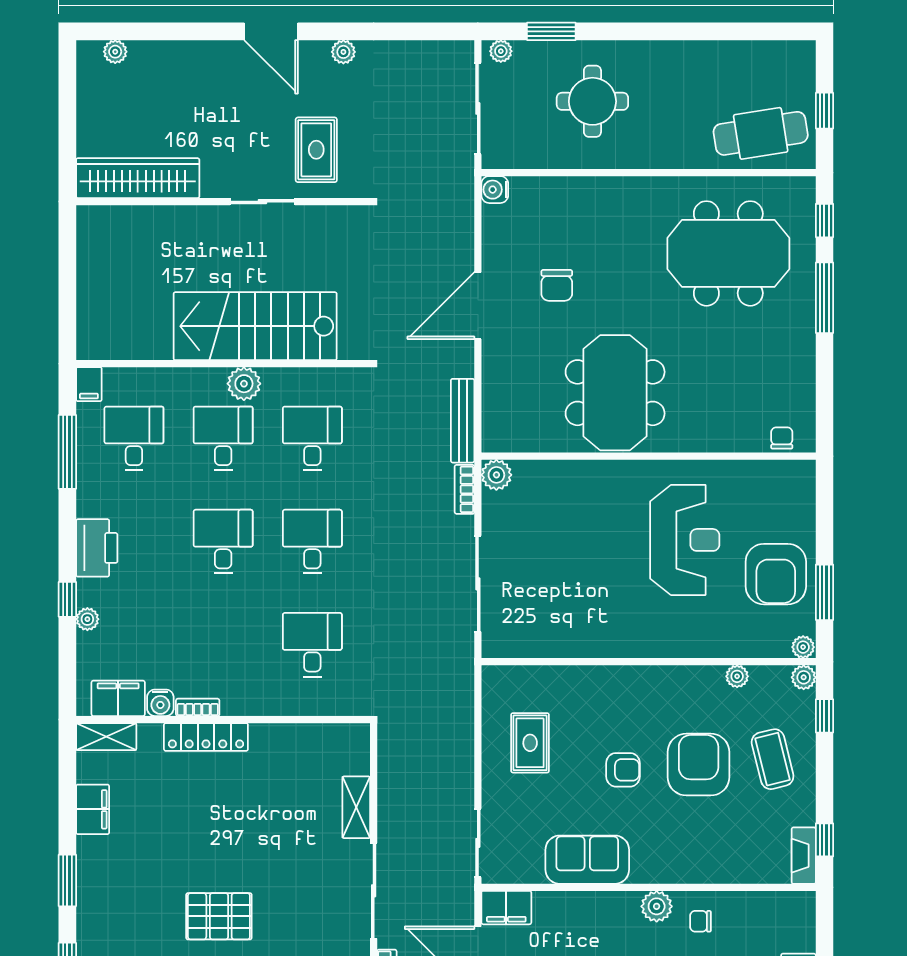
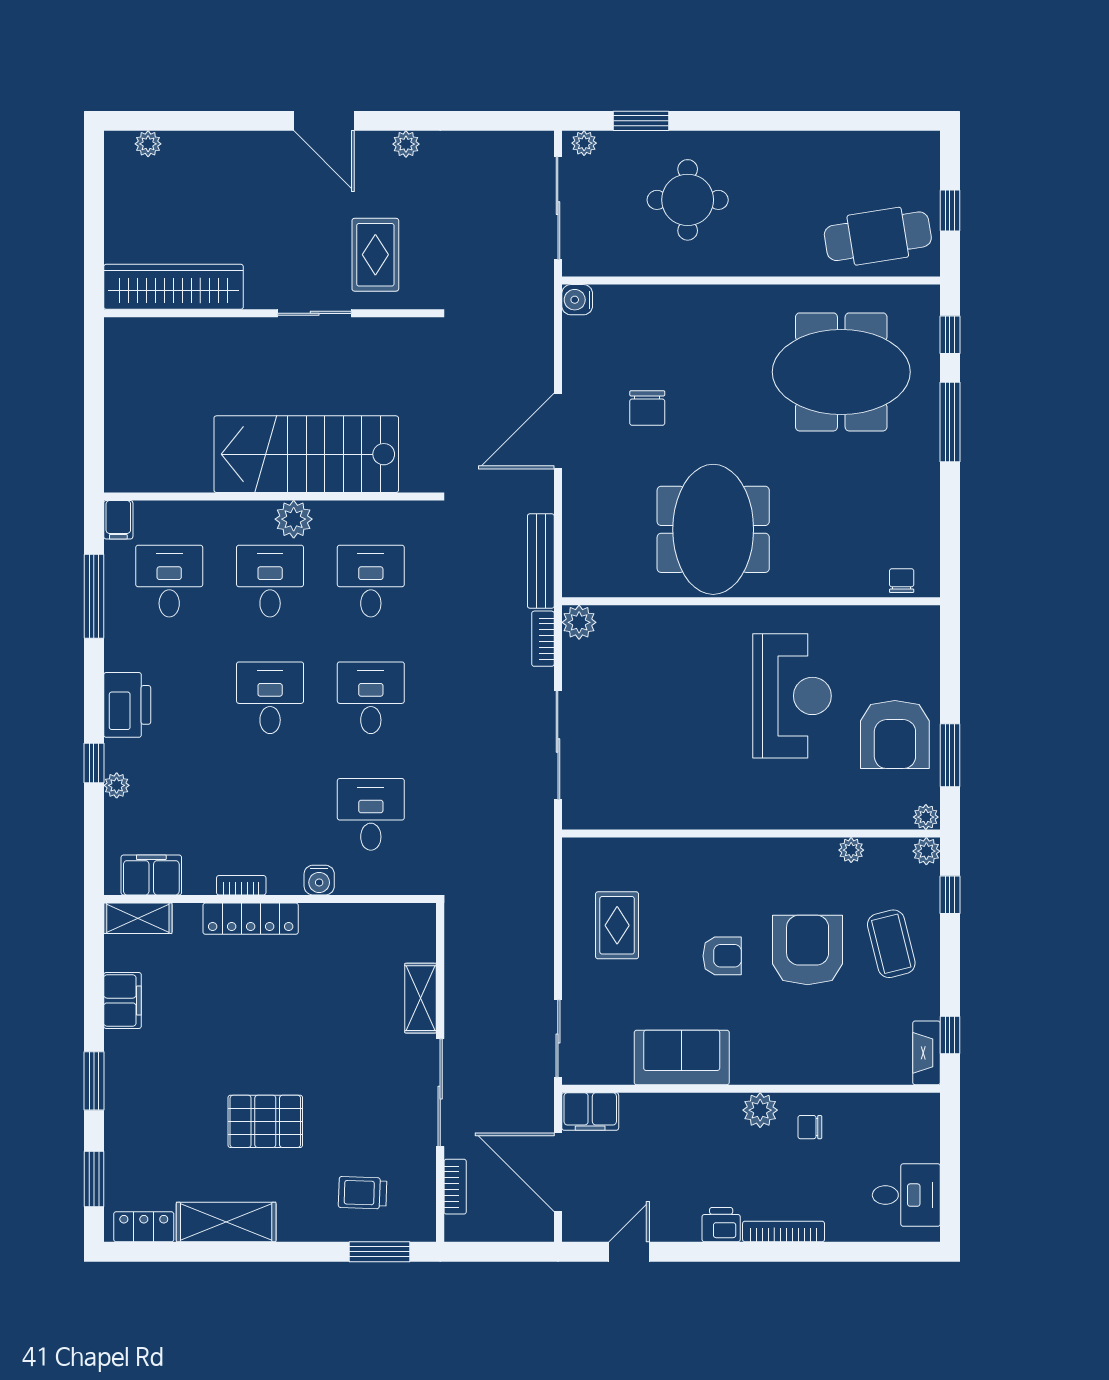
water cooler: (160, 703) -> (319, 880), moved

